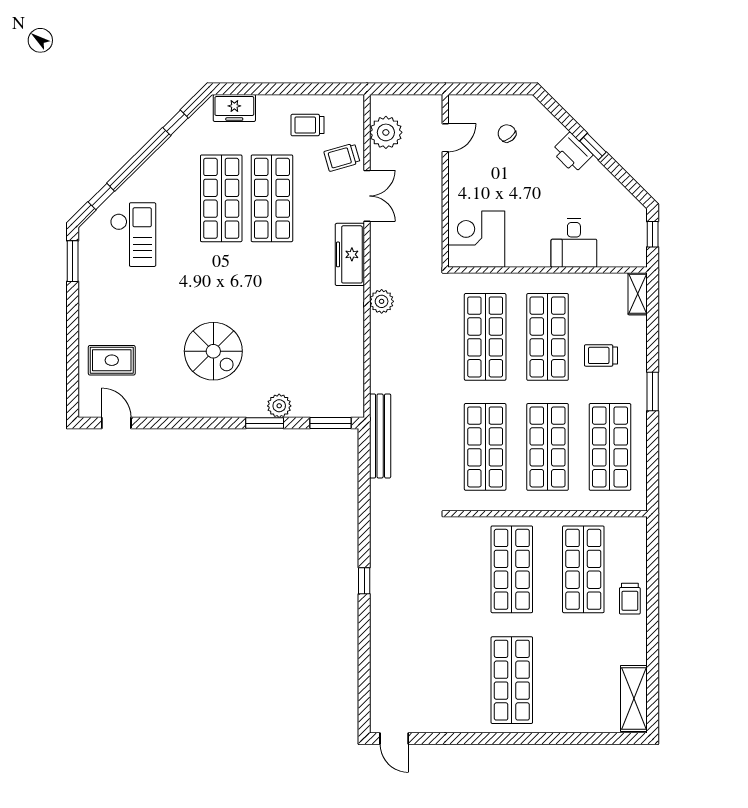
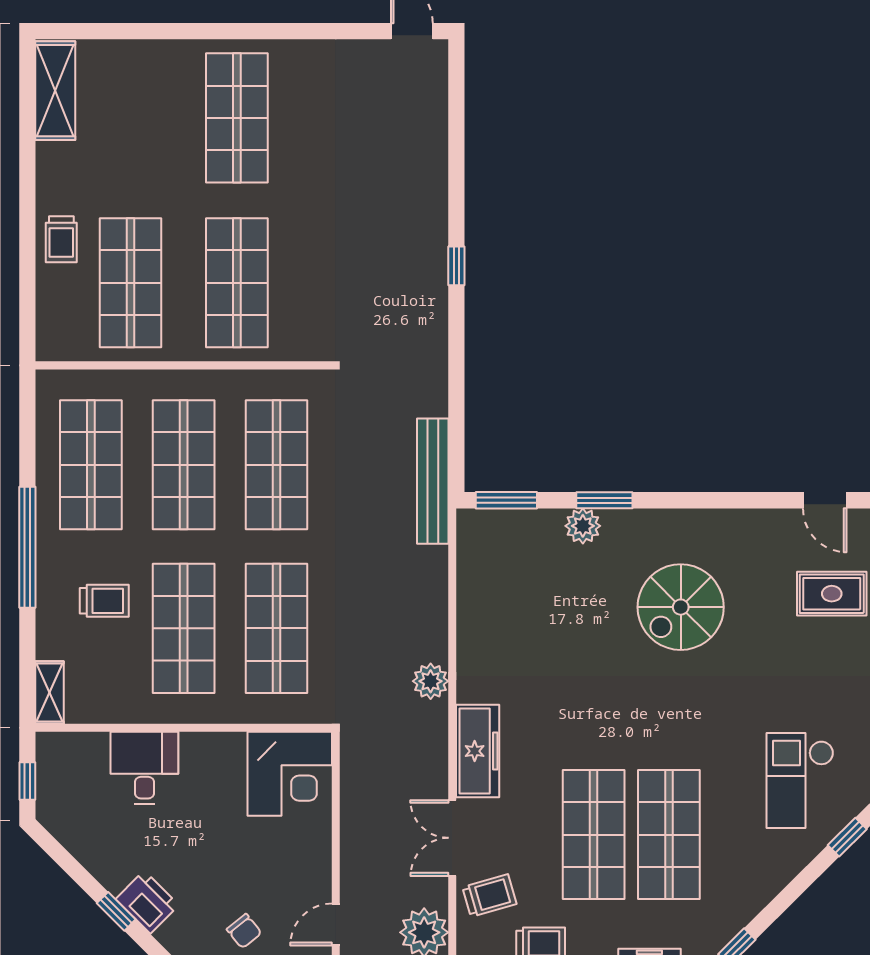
spiral stairs: (213, 351) -> (681, 607), turned -90
window: (653, 391) -> (27, 547), width x2.11
trolley: (630, 599) -> (61, 239), turned 180

